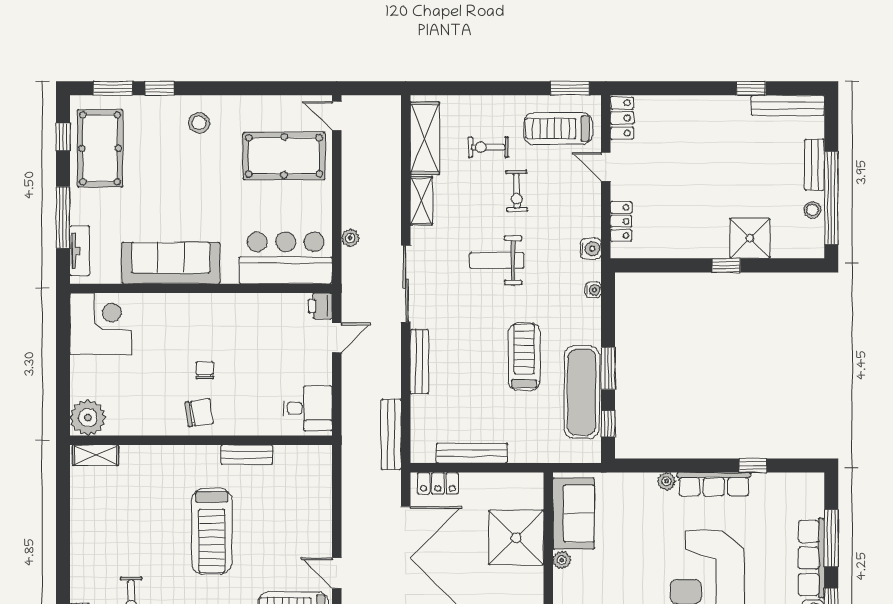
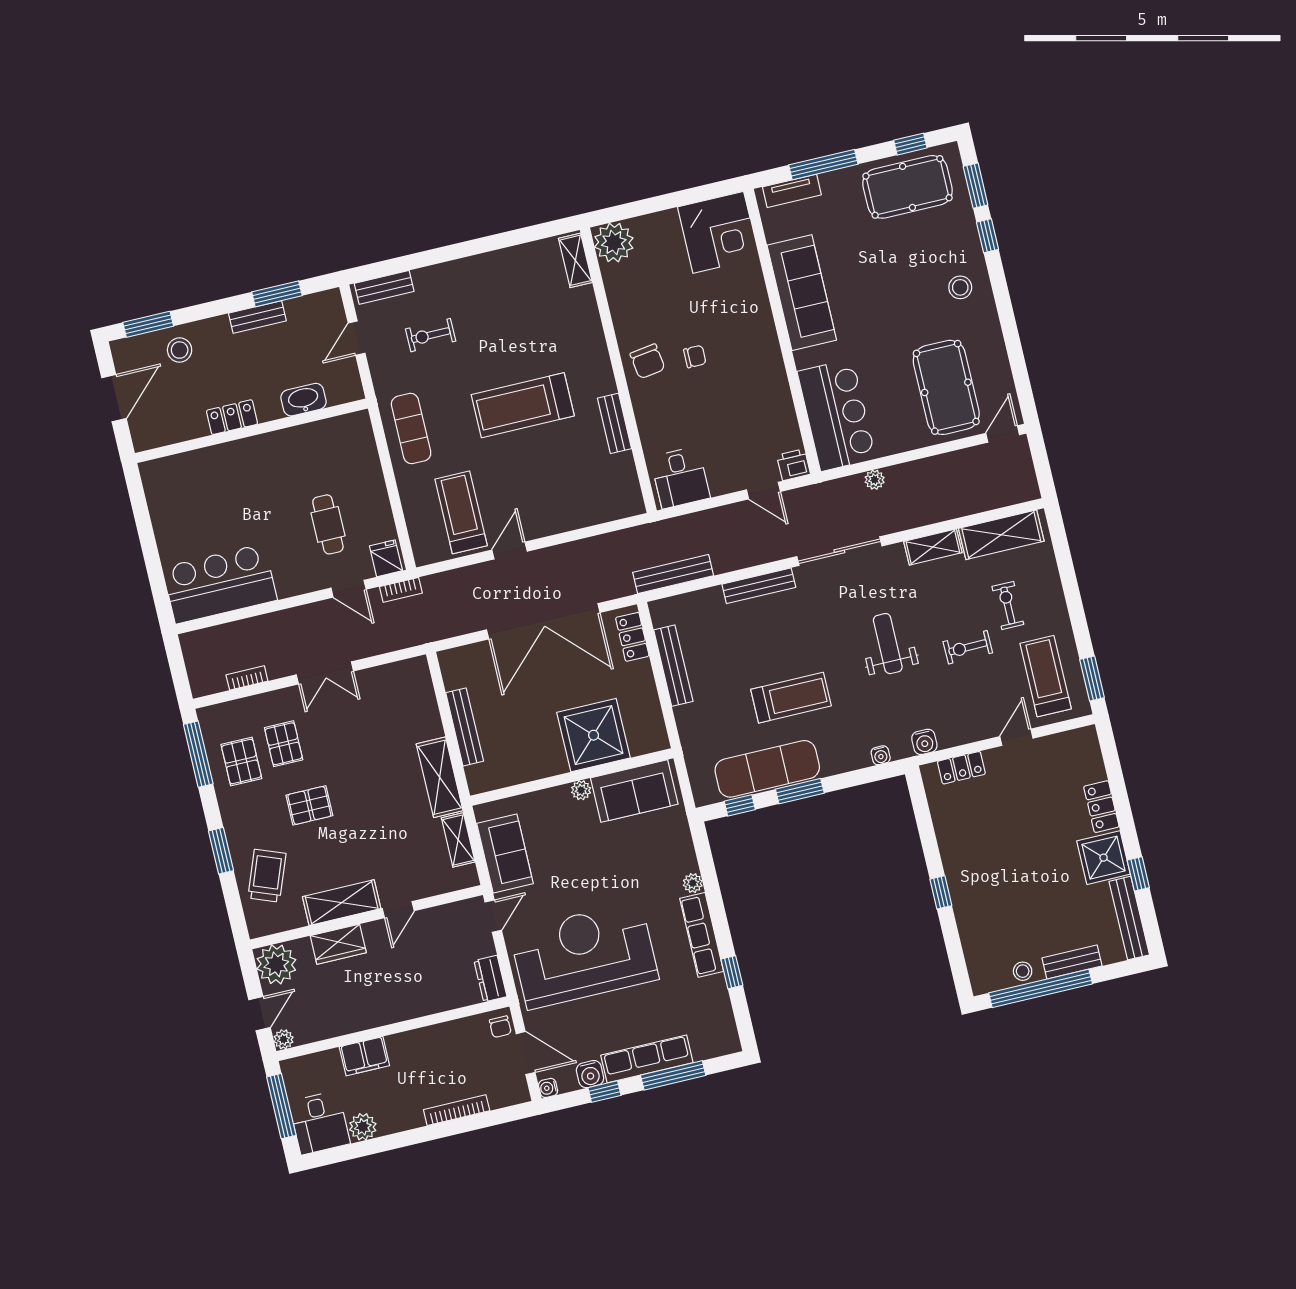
locker: (622, 118) -> (1101, 807), moved, turned 90
shower: (750, 238) -> (1104, 858), moved

